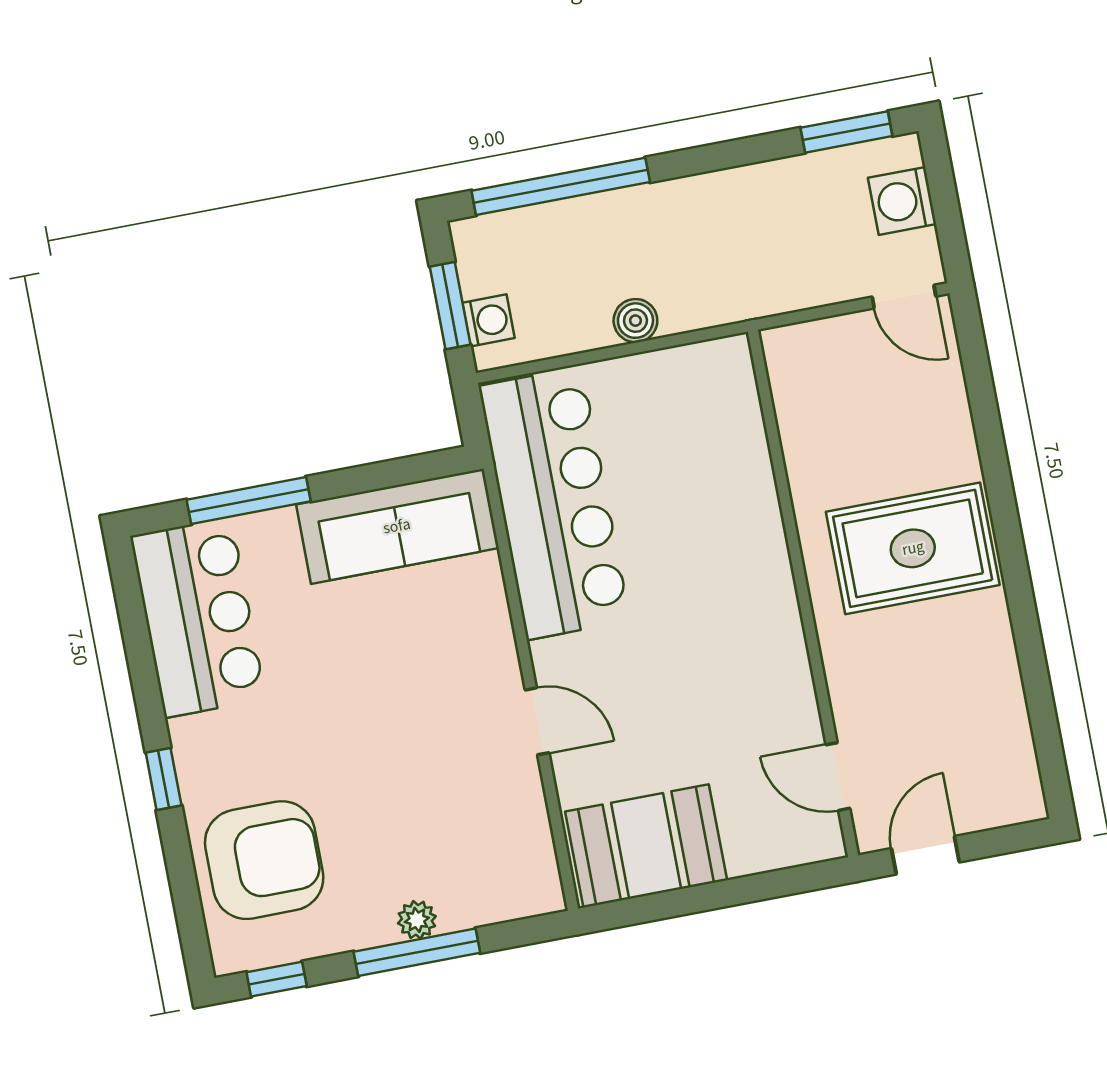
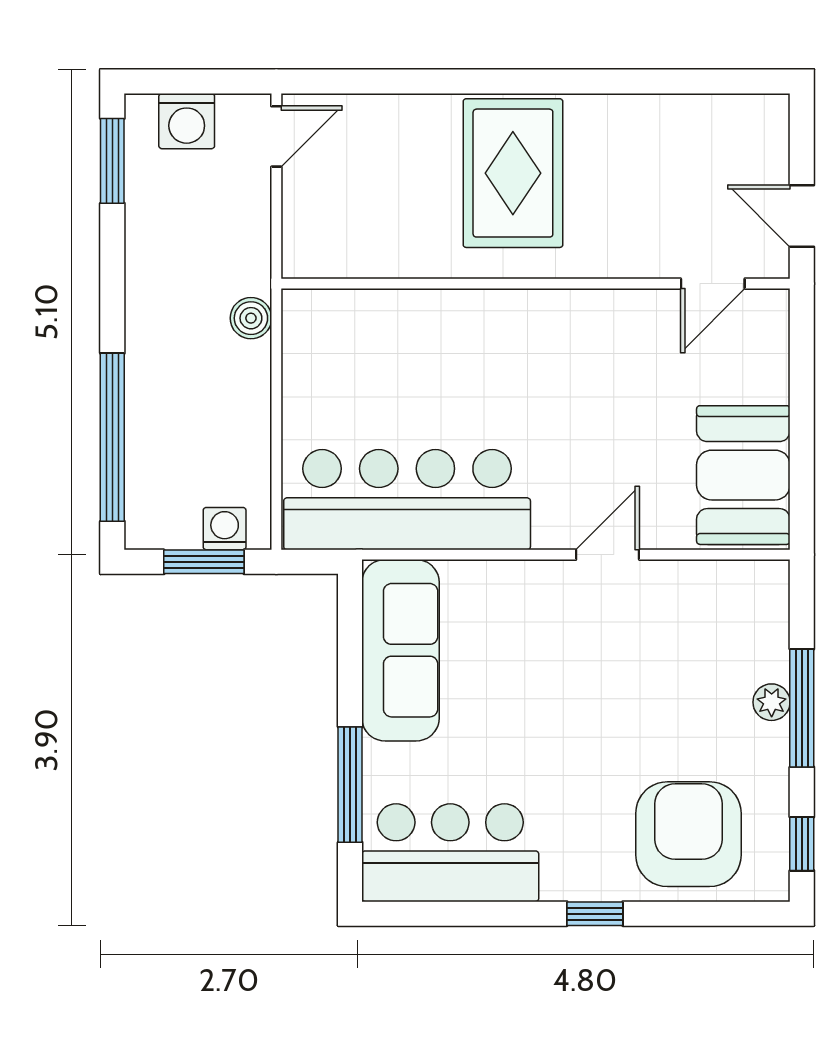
boiler: (635, 321) -> (251, 318), moved

